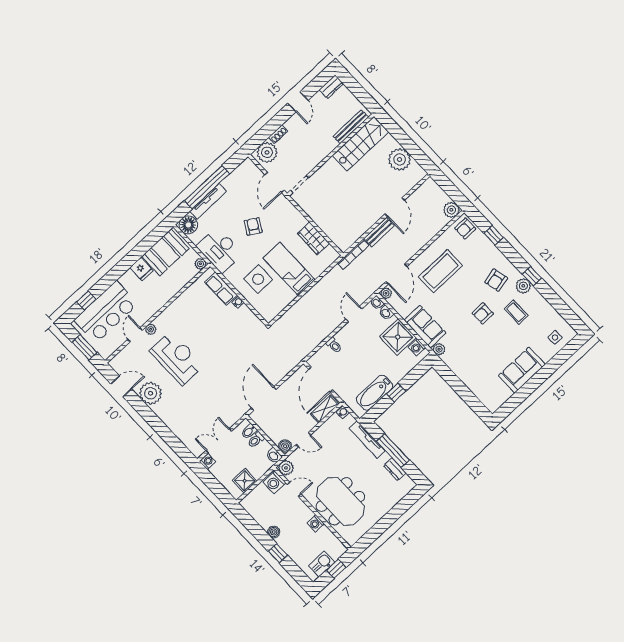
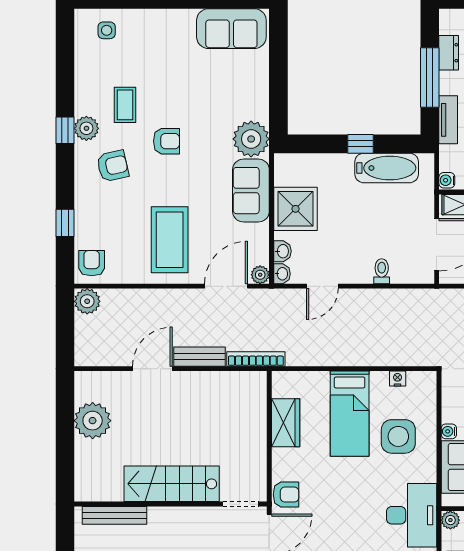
stairs: (360, 144) -> (172, 484), moved
armchair: (253, 226) -> (286, 495), moved, turned -121
armchair: (465, 229) -> (92, 263), turned -90
coffee table: (440, 271) -> (170, 240), turned 90
nightstand: (282, 304) -> (398, 379), added
washing machine: (417, 347) -> (284, 175), removed
plant: (439, 349) -> (251, 139), width x1.87, depth x1.87
sofa: (522, 370) -> (231, 29), moved
tv unit: (367, 439) -> (448, 120), width x0.71

